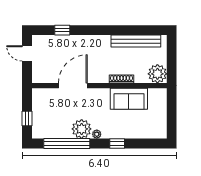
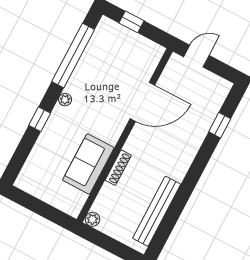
door: (27, 53) -> (196, 56), moved
plant: (157, 74) -> (92, 219), width x0.53, depth x0.53
door: (73, 86) -> (142, 102), hinge flipped
plant: (82, 129) -> (82, 84), removed

